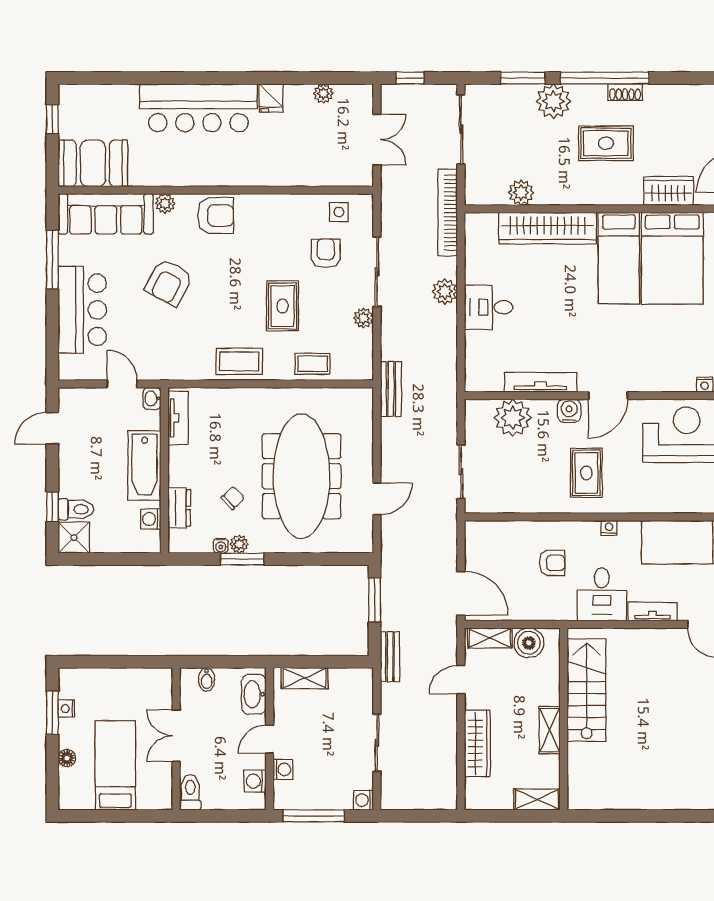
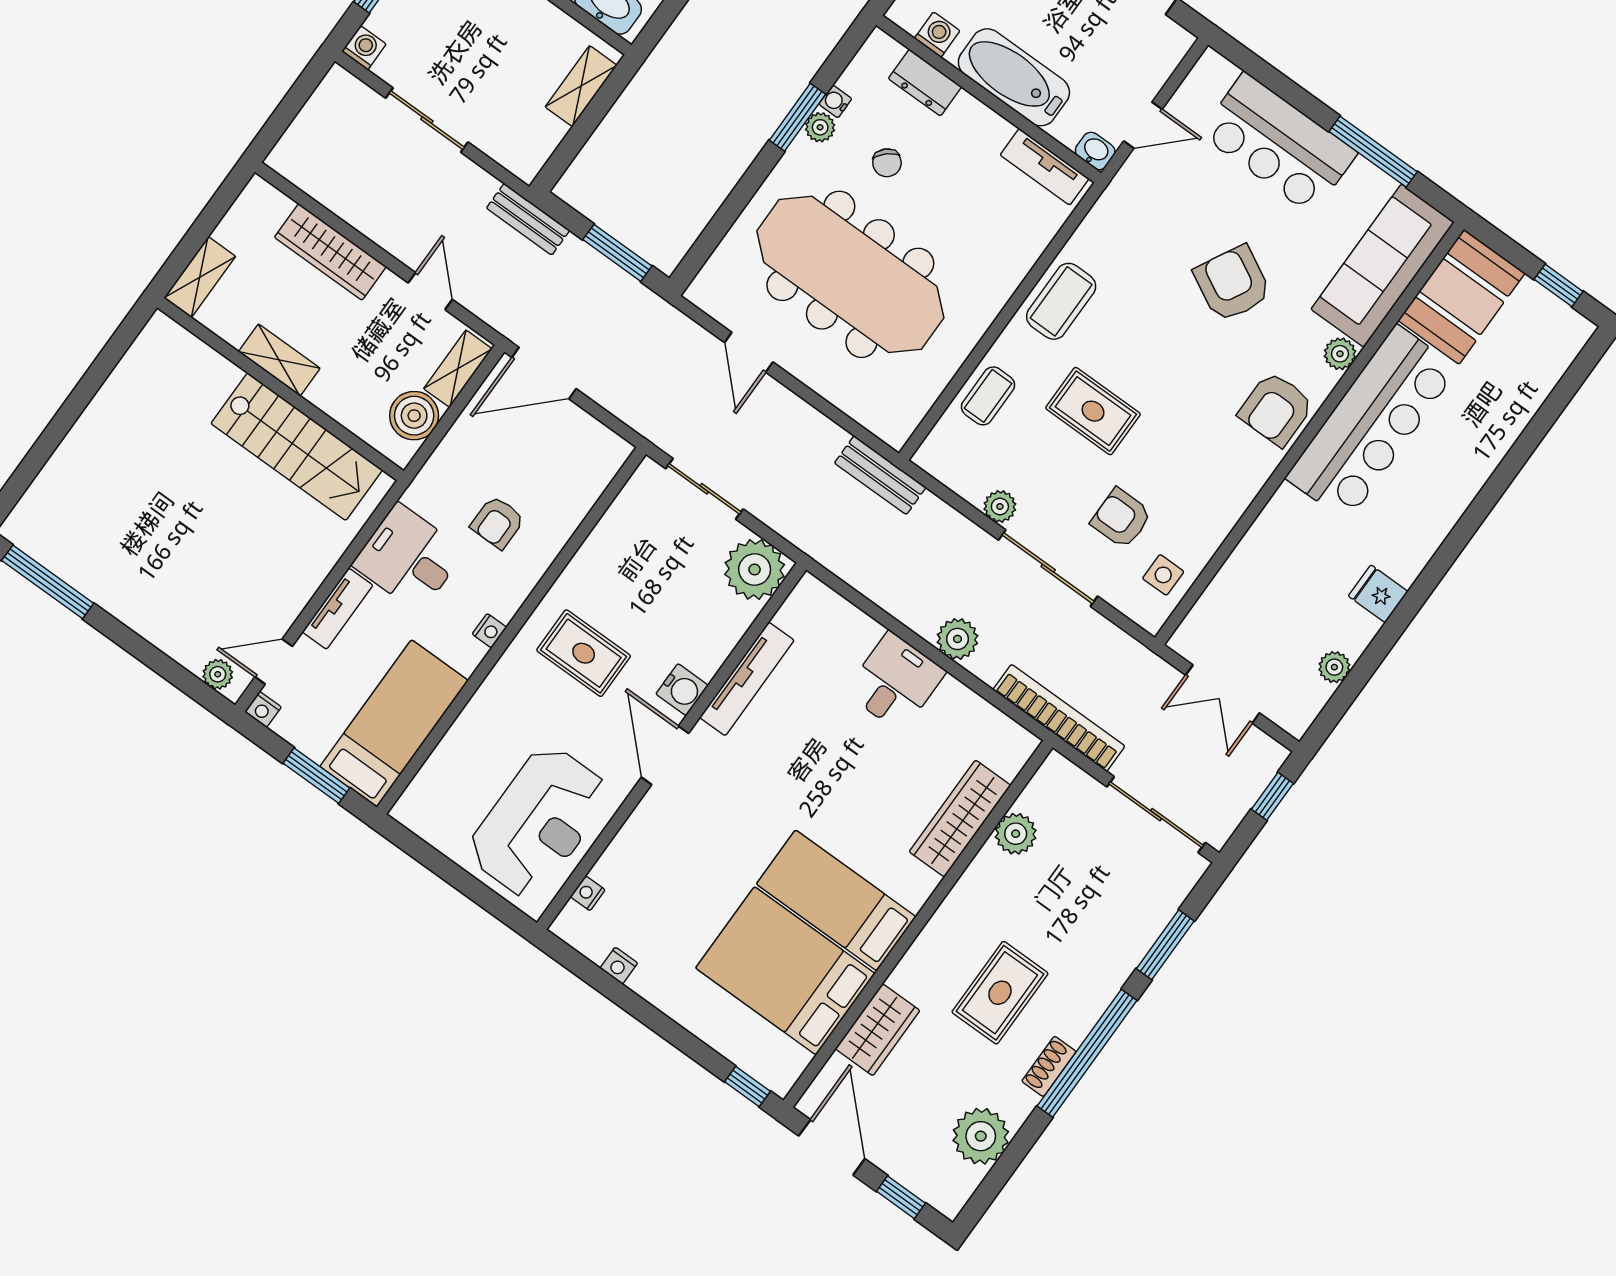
plant: (553, 101) -> (981, 1136), moved
bar counter: (198, 108) -> (1372, 423), moved, turned 180
wardrobe: (547, 228) -> (960, 819), width x0.71, depth x0.85
armchair: (326, 253) -> (1121, 518), turned 180
plant: (513, 418) -> (755, 570), moved

